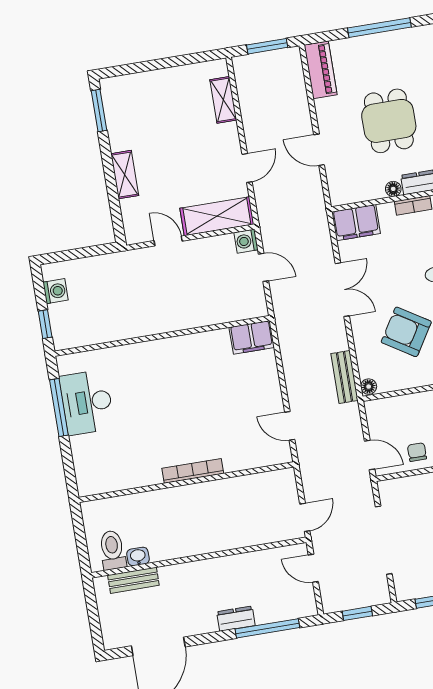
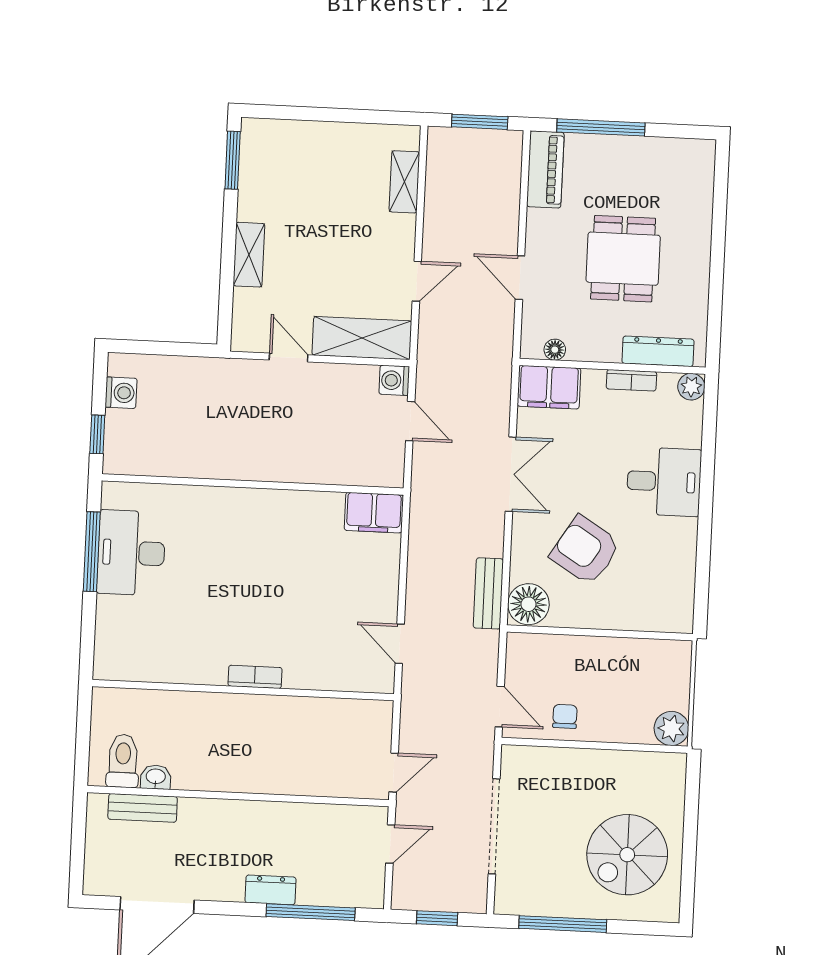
window: (379, 28) -> (601, 127), moved
floor lamp: (393, 189) -> (555, 350), moved
floor lamp: (369, 387) -> (528, 604), width x1.89, depth x1.89
bookcase: (193, 471) -> (255, 677), width x0.64
door: (313, 568) -> (390, 844), swing flipped

